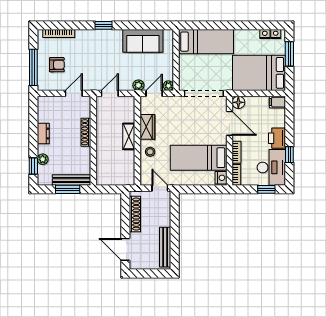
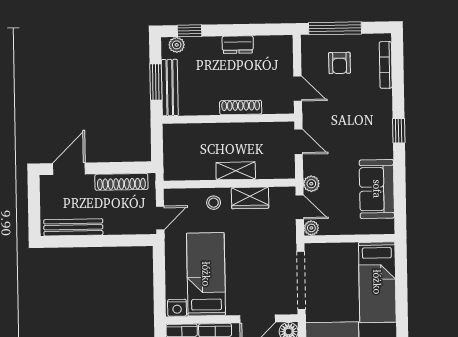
plant: (43, 159) -> (177, 45), moved

